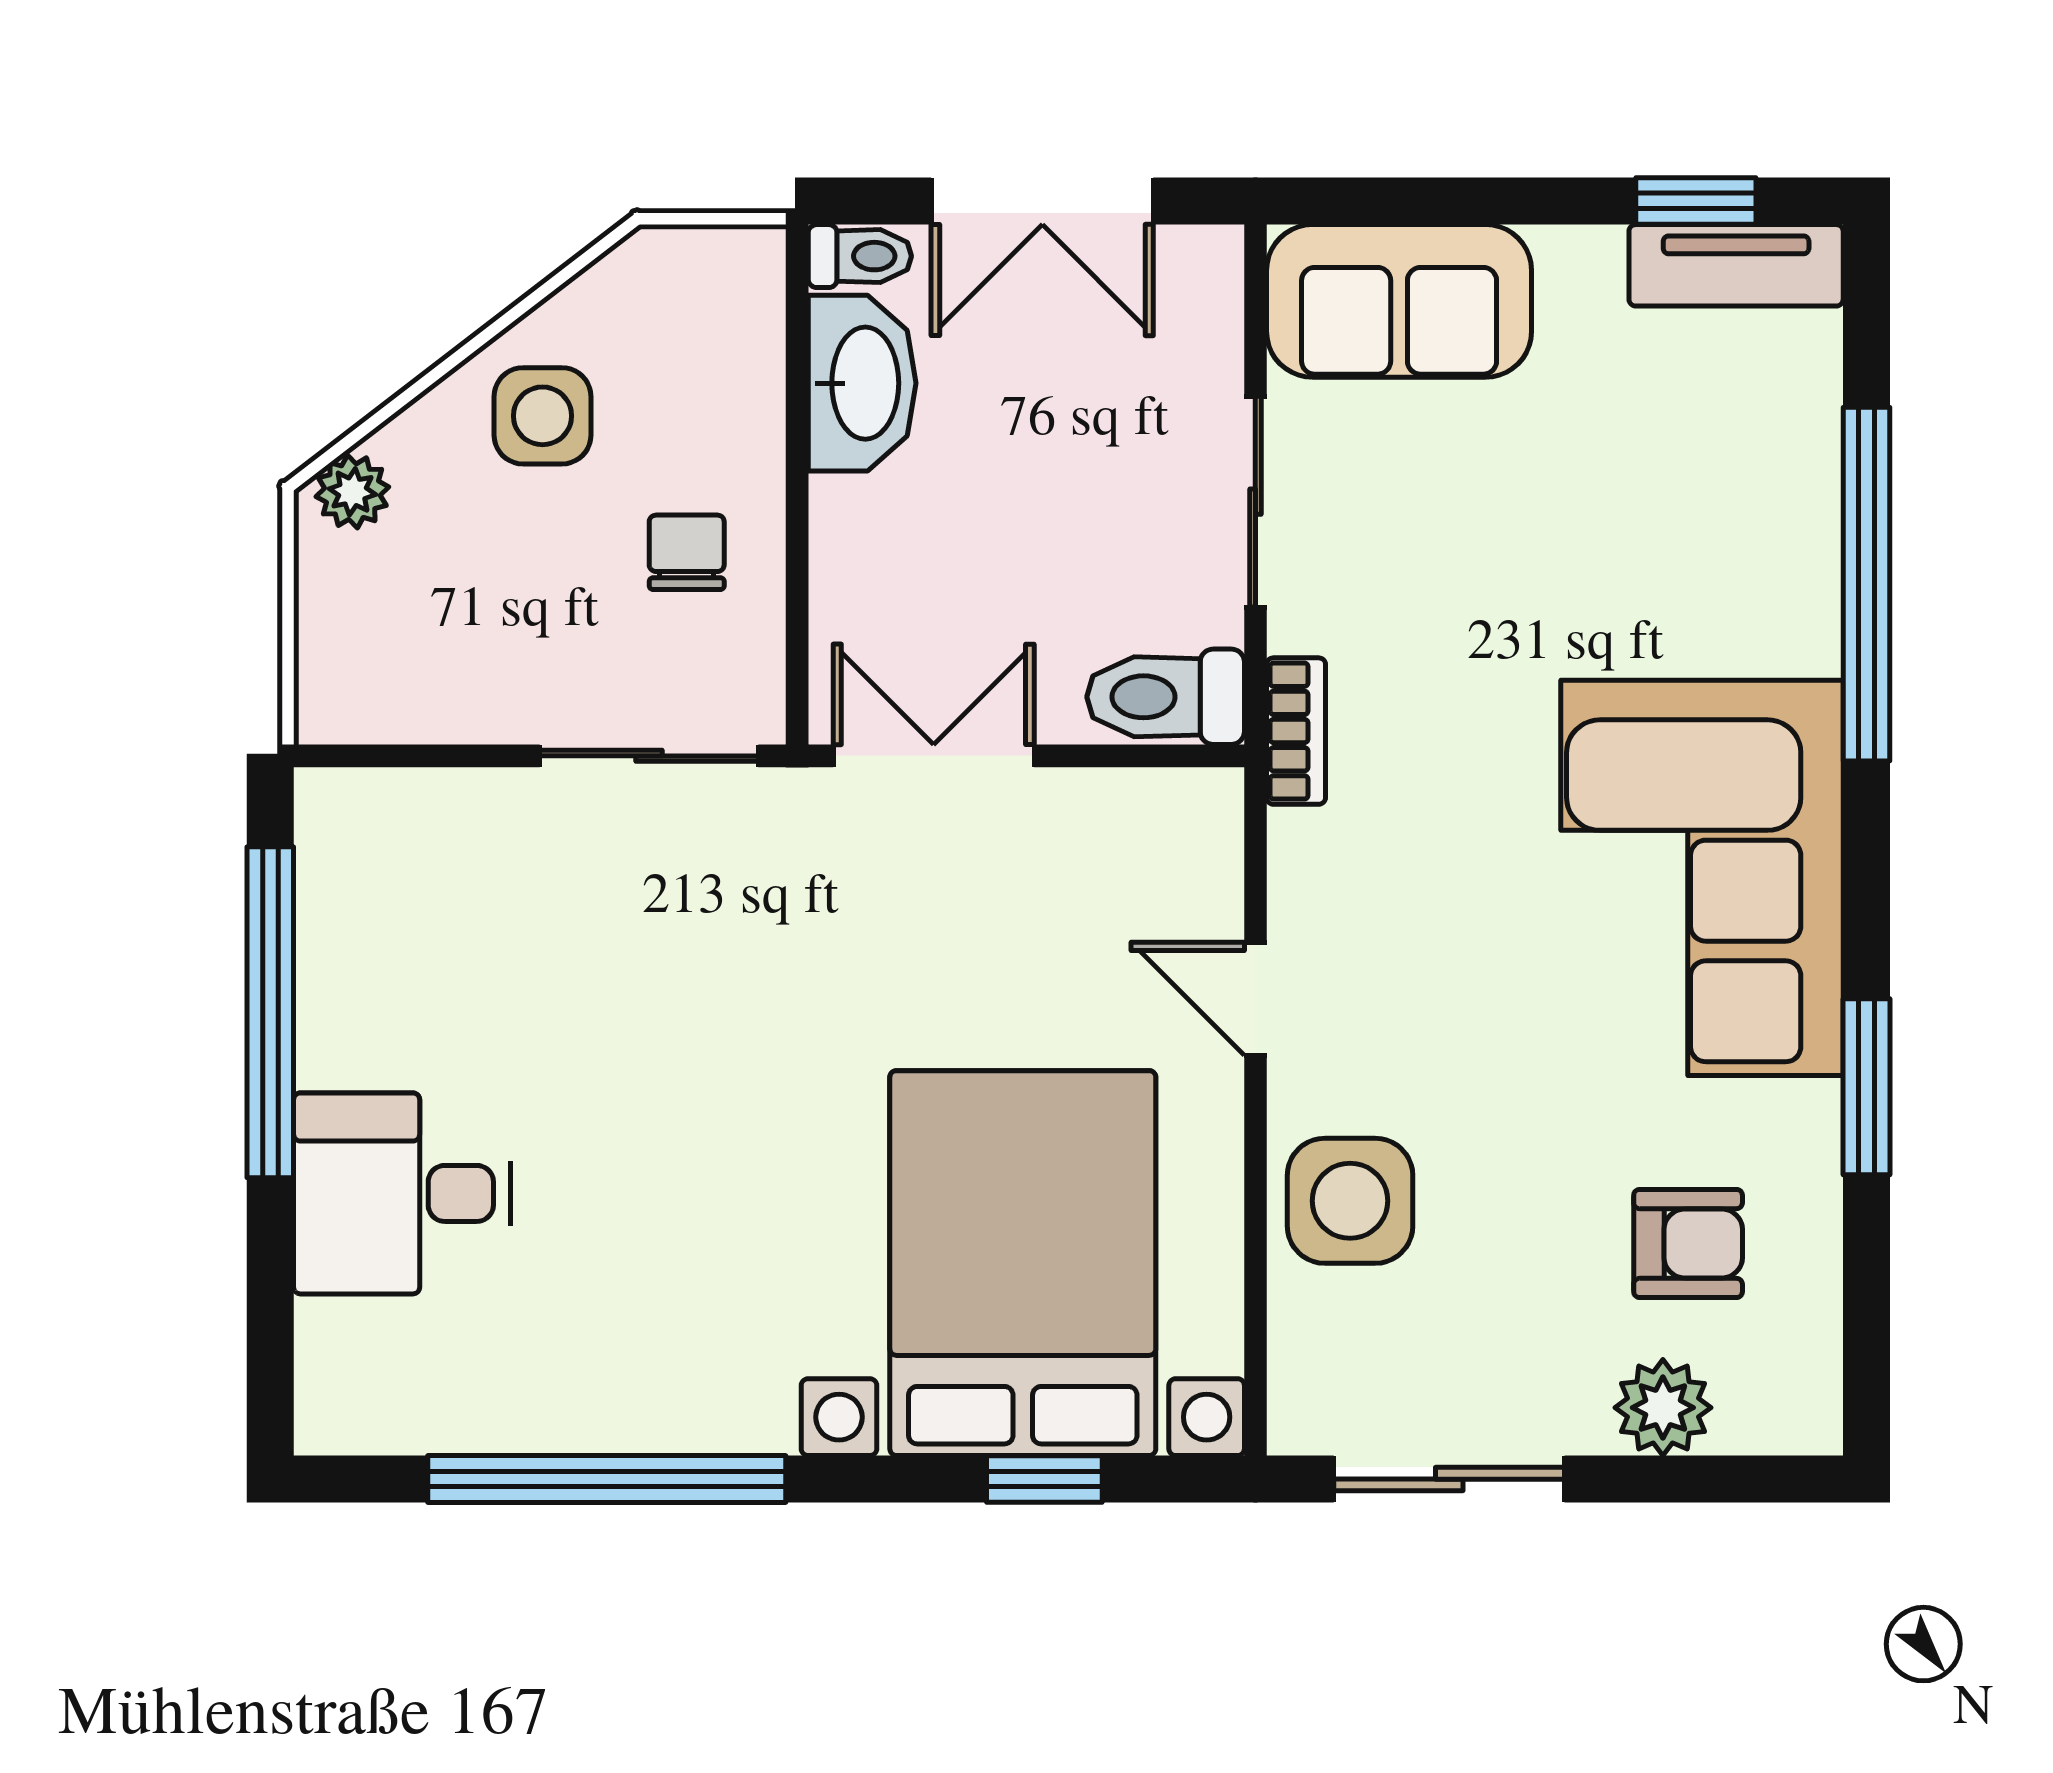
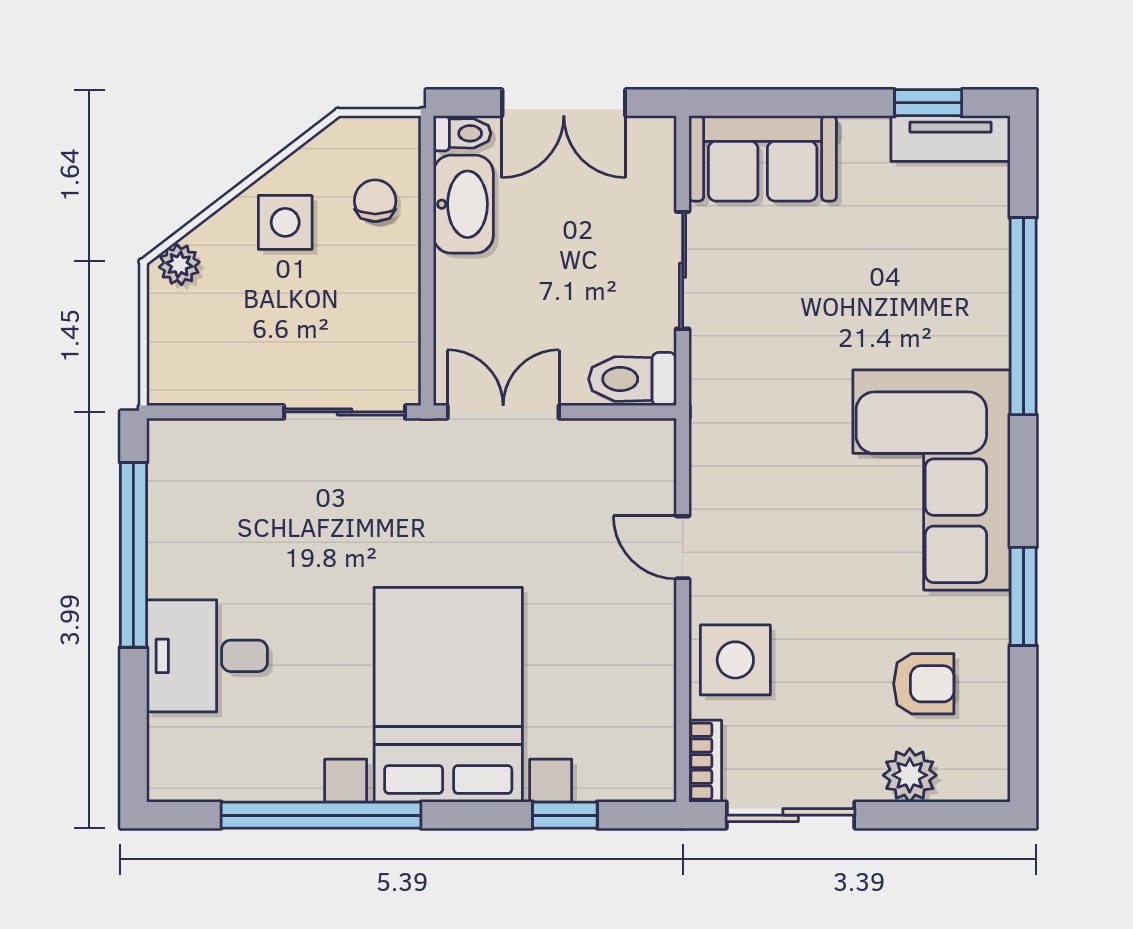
chair: (687, 552) -> (375, 201), moved
bookcase: (1296, 731) -> (705, 761), moved
bed with nightstands: (1023, 1263) -> (448, 695), moved

